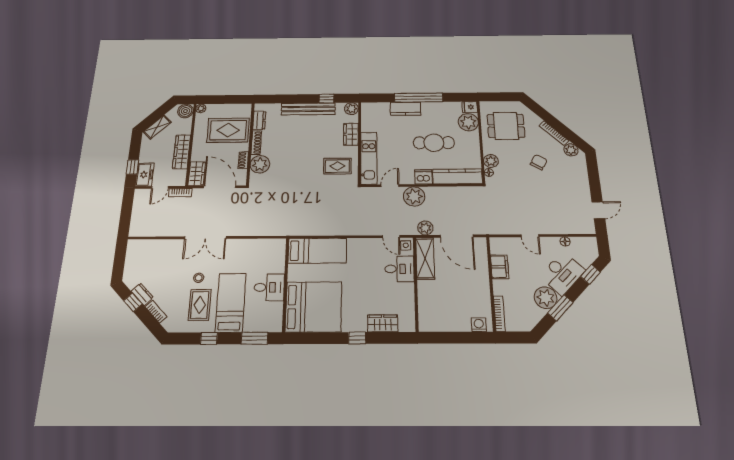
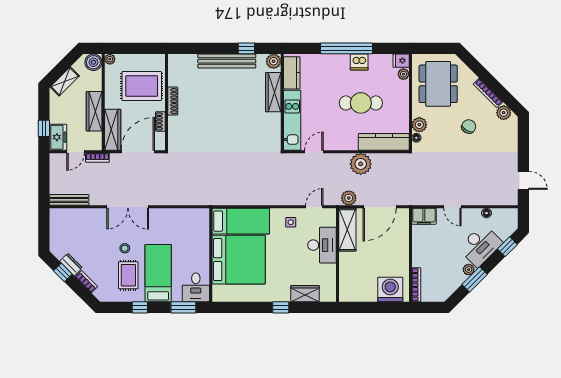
kitchen counter: (405, 109) -> (292, 73), moved, turned -90
dresser: (259, 120) -> (174, 75), removed
plant: (468, 122) -> (403, 74), width x0.53, depth x0.53
dining table: (506, 126) -> (438, 84), width x1.38
wardrobe: (351, 134) -> (273, 92), width x1.50
plant: (260, 164) -> (178, 126), removed
rug: (337, 166) -> (259, 129), removed
wardrobe: (197, 174) -> (113, 130), width x1.50
dishwasher: (423, 177) -> (359, 62), moved, turned 180
door: (220, 187) -> (138, 152), hinge flipped
plant: (414, 196) -> (361, 164), moved
door: (598, 210) -> (523, 180), hinge flipped
bench: (148, 231) -> (69, 200), added
door: (457, 236) -> (380, 207), hinge flipped
door: (391, 237) -> (314, 207), swing flipped
side table: (406, 245) -> (291, 222), moved
filing cabinet: (500, 267) -> (424, 216), moved, turned 90
desk: (399, 269) -> (322, 245), width x1.37
desk: (269, 287) -> (196, 287), moved, turned 90
plant: (546, 298) -> (469, 270), width x0.53, depth x0.53
bed: (314, 307) -> (239, 260), moved
washing machine: (479, 325) -> (390, 289), width x1.89, depth x1.89

